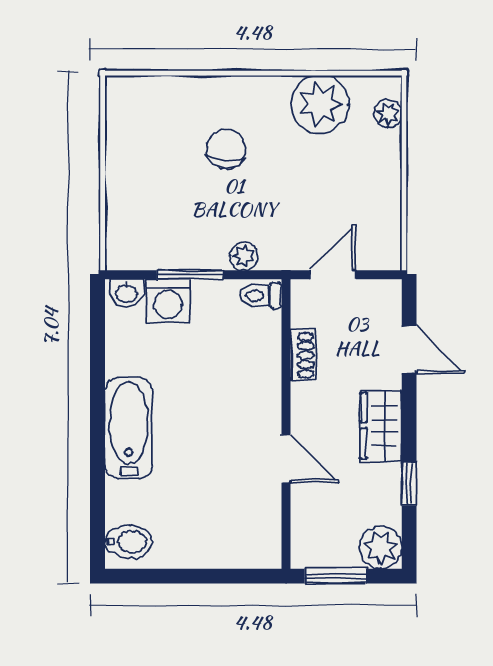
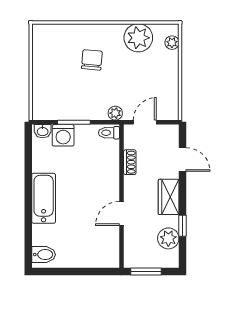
plant: (244, 256) -> (115, 113), moved
door: (286, 459) -> (122, 213), swing flipped
plant: (380, 548) -> (168, 238), moved

